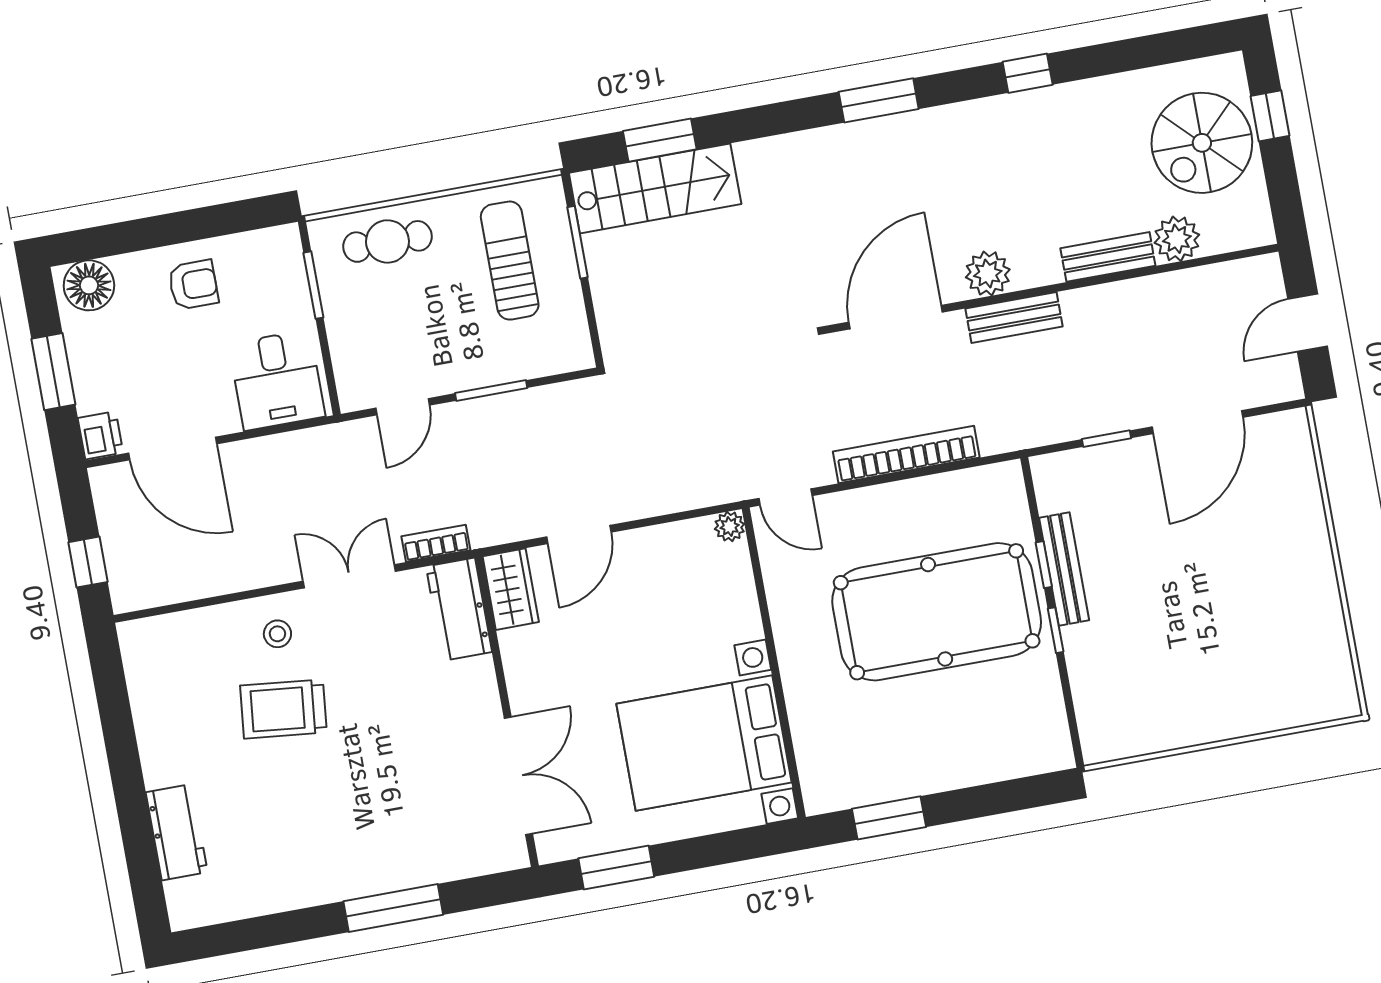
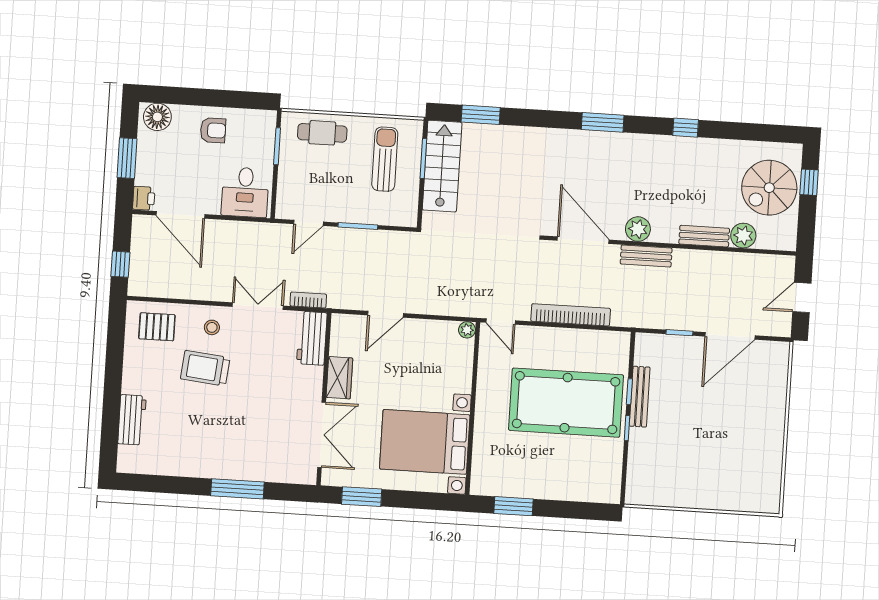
stairs: (655, 188) -> (442, 166), moved, turned -90
door: (896, 317) -> (583, 240), hinge flipped
wardrobe: (511, 589) -> (339, 378), moved
pallet: (180, 657) -> (157, 327), added

